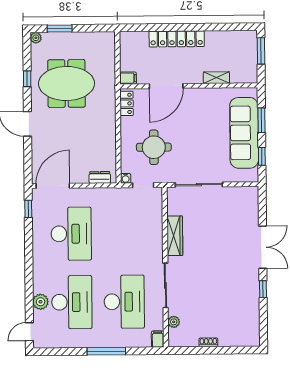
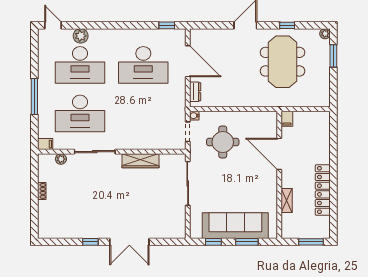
locker: (177, 39) -> (323, 190), moved
locker: (127, 103) -> (264, 117), removed
door: (53, 186) -> (188, 61), moved

